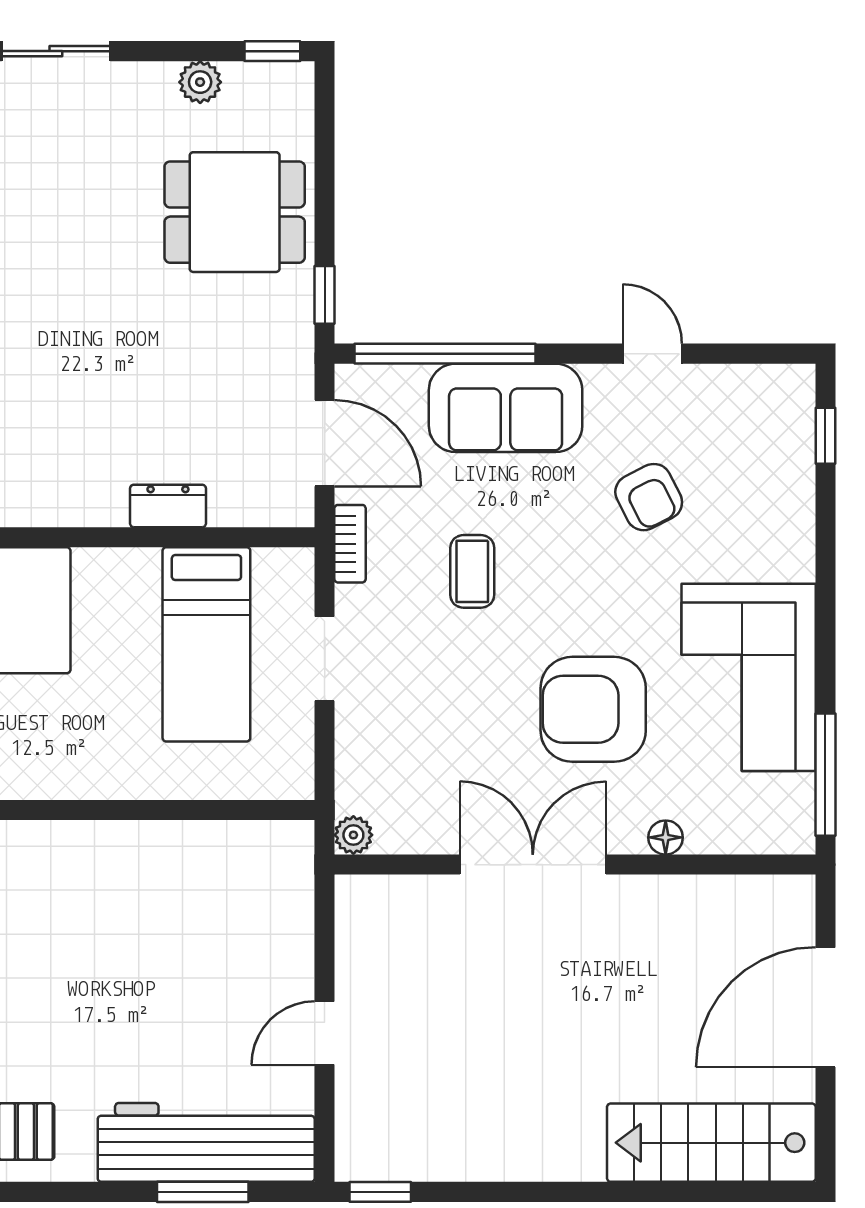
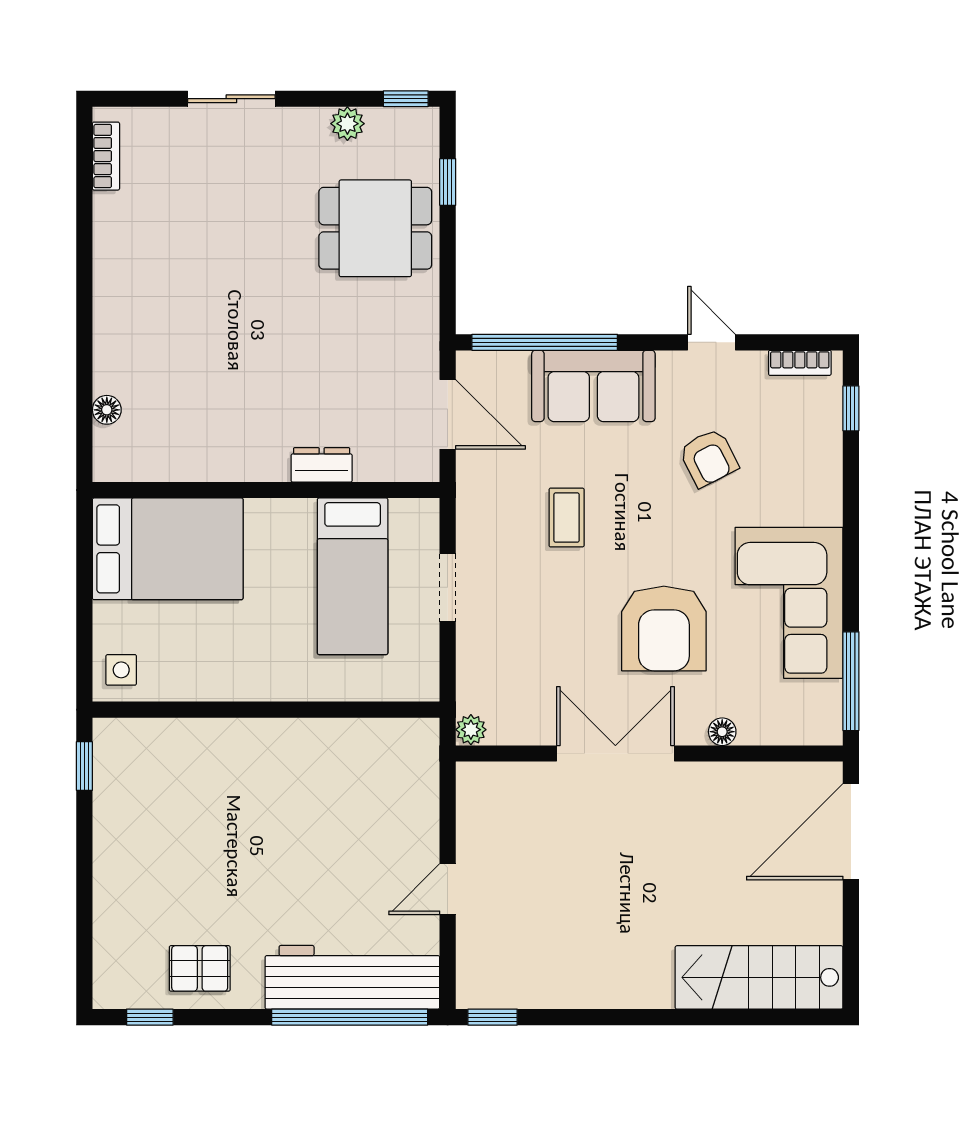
window: (325, 295) -> (448, 182), moved
bookcase: (350, 544) -> (800, 363), moved, turned 90
armchair: (593, 709) -> (664, 629), turned -90
door: (825, 1007) -> (851, 832), moved
window: (203, 1192) -> (350, 1017), width x2.11

